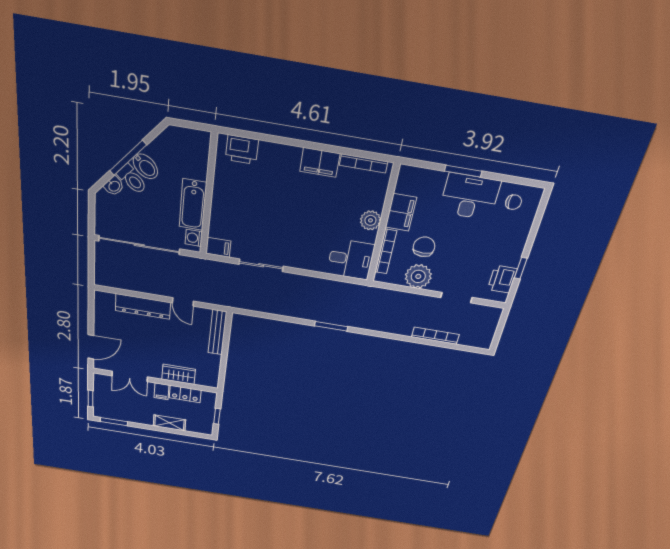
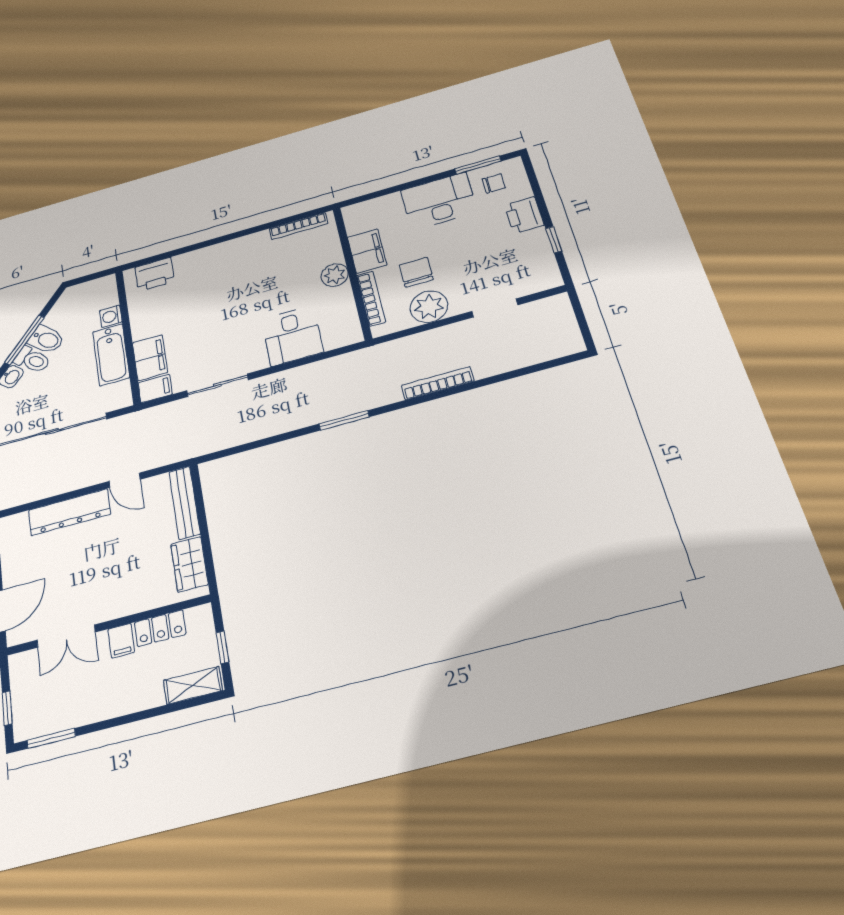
filing cabinet: (320, 162) -> (150, 358), moved, turned -90
window: (463, 171) -> (478, 165), moved
washing machine: (194, 238) -> (111, 316), moved
desk: (351, 259) -> (292, 336), moved, turned 90
printer: (502, 279) -> (524, 215), moved
bookcase: (435, 336) -> (438, 383), moved
wardrobe: (179, 374) -> (189, 564), moved, turned -90
shelving: (169, 423) -> (193, 685), moved

